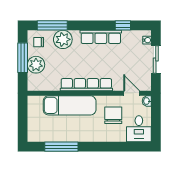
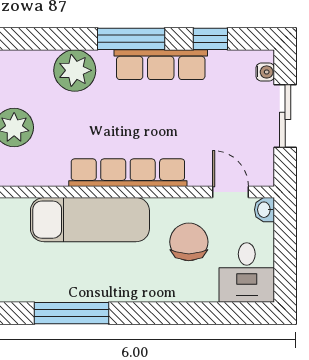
window: (52, 25) -> (131, 39), moved
chair: (39, 42) -> (20, 77), removed

